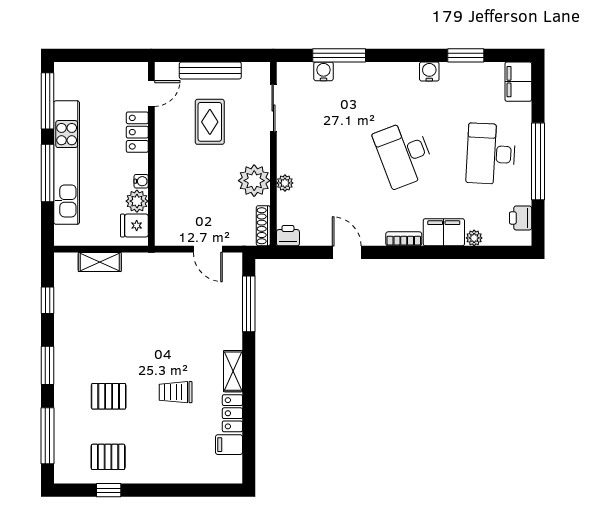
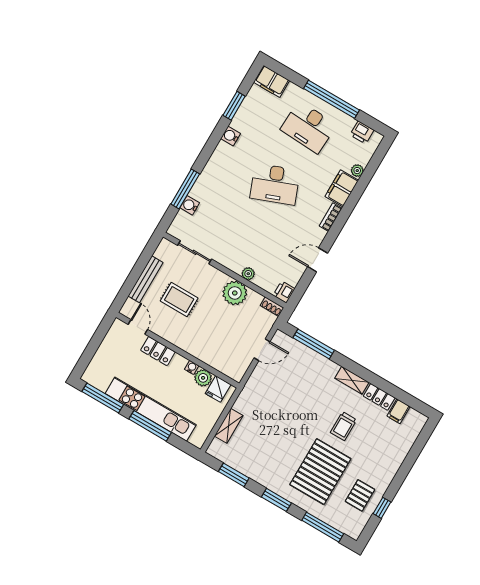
shoe rack: (263, 226) -> (272, 307), width x0.70
window: (47, 300) -> (234, 475), width x1.50
pallet: (109, 396) -> (320, 472), width x2.05, depth x2.00

